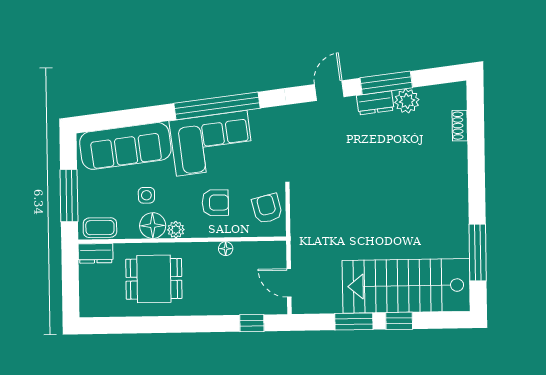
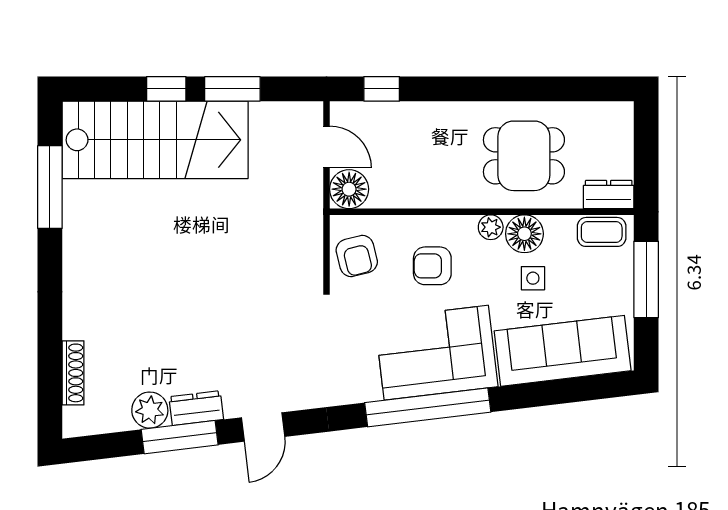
shoe rack: (460, 126) -> (73, 373), width x1.43
floor lamp: (226, 249) -> (349, 189), moved, width x1.89, depth x1.89

